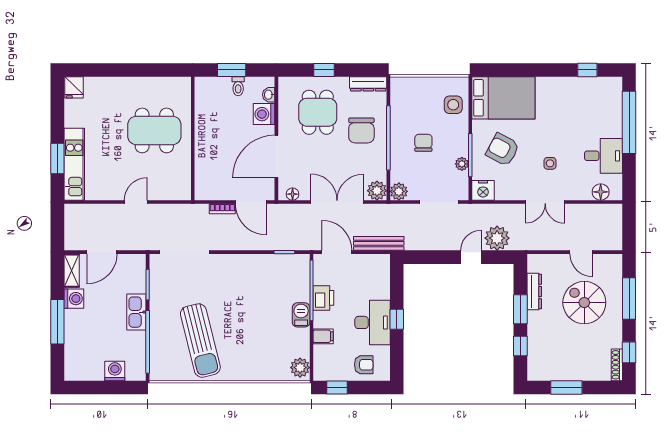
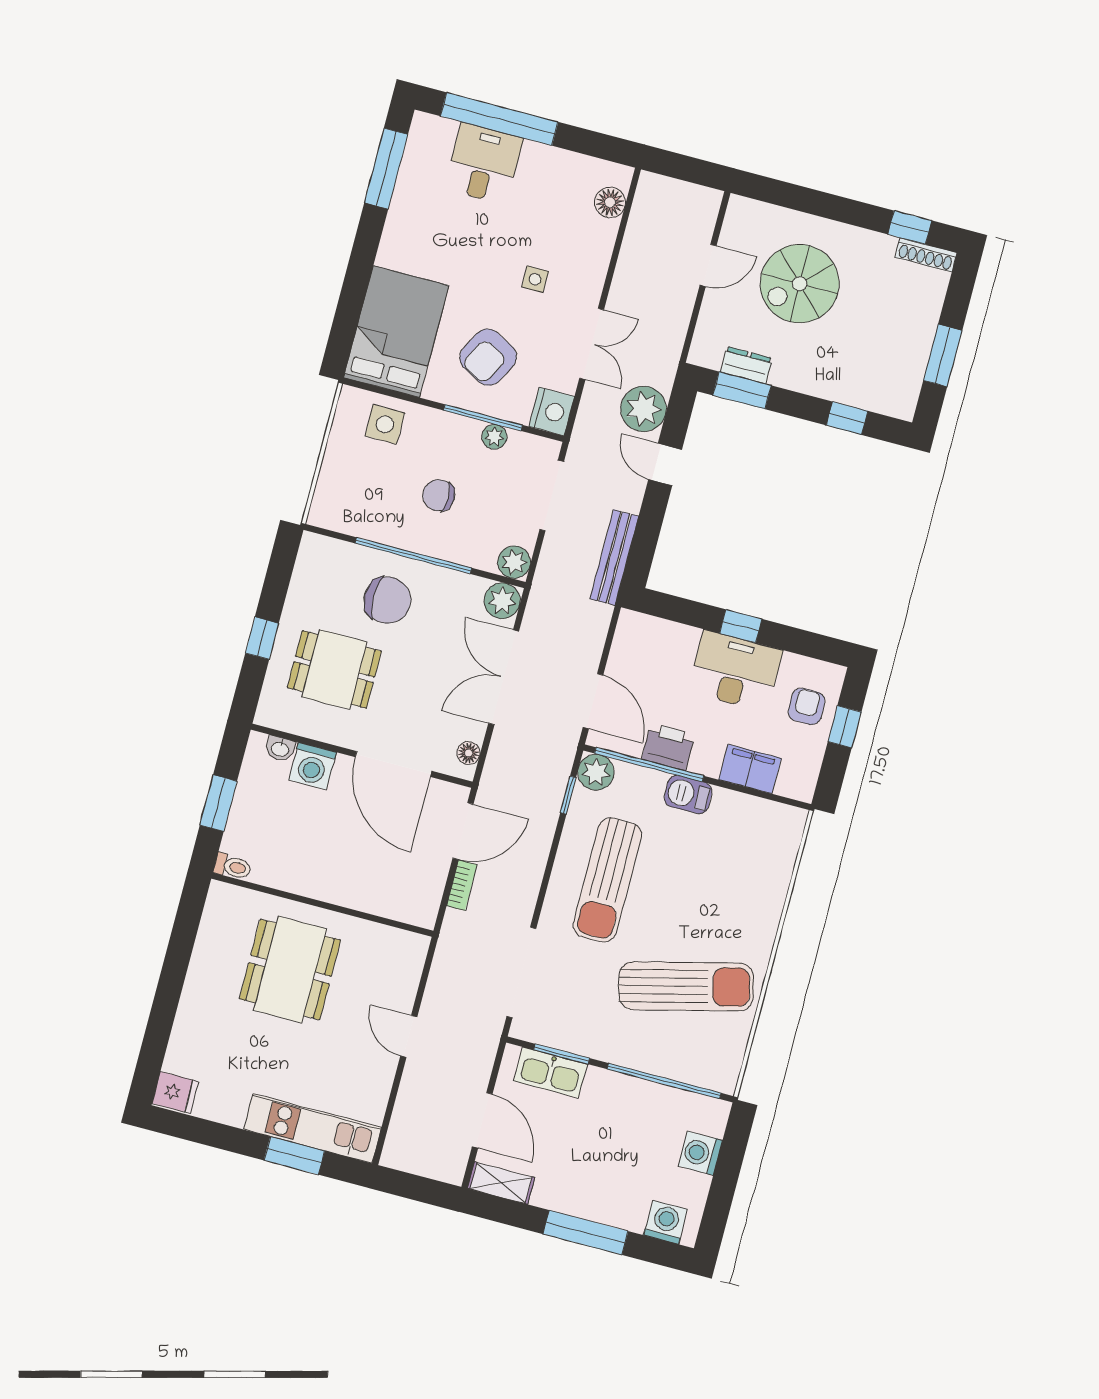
window: (587, 70) -> (386, 169), width x2.17
dresser: (368, 84) -> (308, 566), removed
toilet: (238, 86) -> (233, 867), moved
desk: (603, 156) -> (484, 164), moved
double door: (545, 202) -> (592, 344), moved
bench: (379, 243) -> (614, 557), moved
door: (337, 252) -> (593, 701), swing flipped
sun lounger: (245, 284) -> (607, 880), added
dresser: (534, 292) -> (746, 365), width x0.70
window: (629, 298) -> (813, 202), removed
washing machine: (74, 299) -> (666, 1222), moved
window: (520, 309) -> (742, 390), moved
kitchen sink: (136, 312) -> (551, 1073), moved
filing cabinet: (323, 336) -> (750, 769), width x2.00
plant: (300, 368) -> (596, 772), moved
window: (337, 388) -> (845, 727), moved

